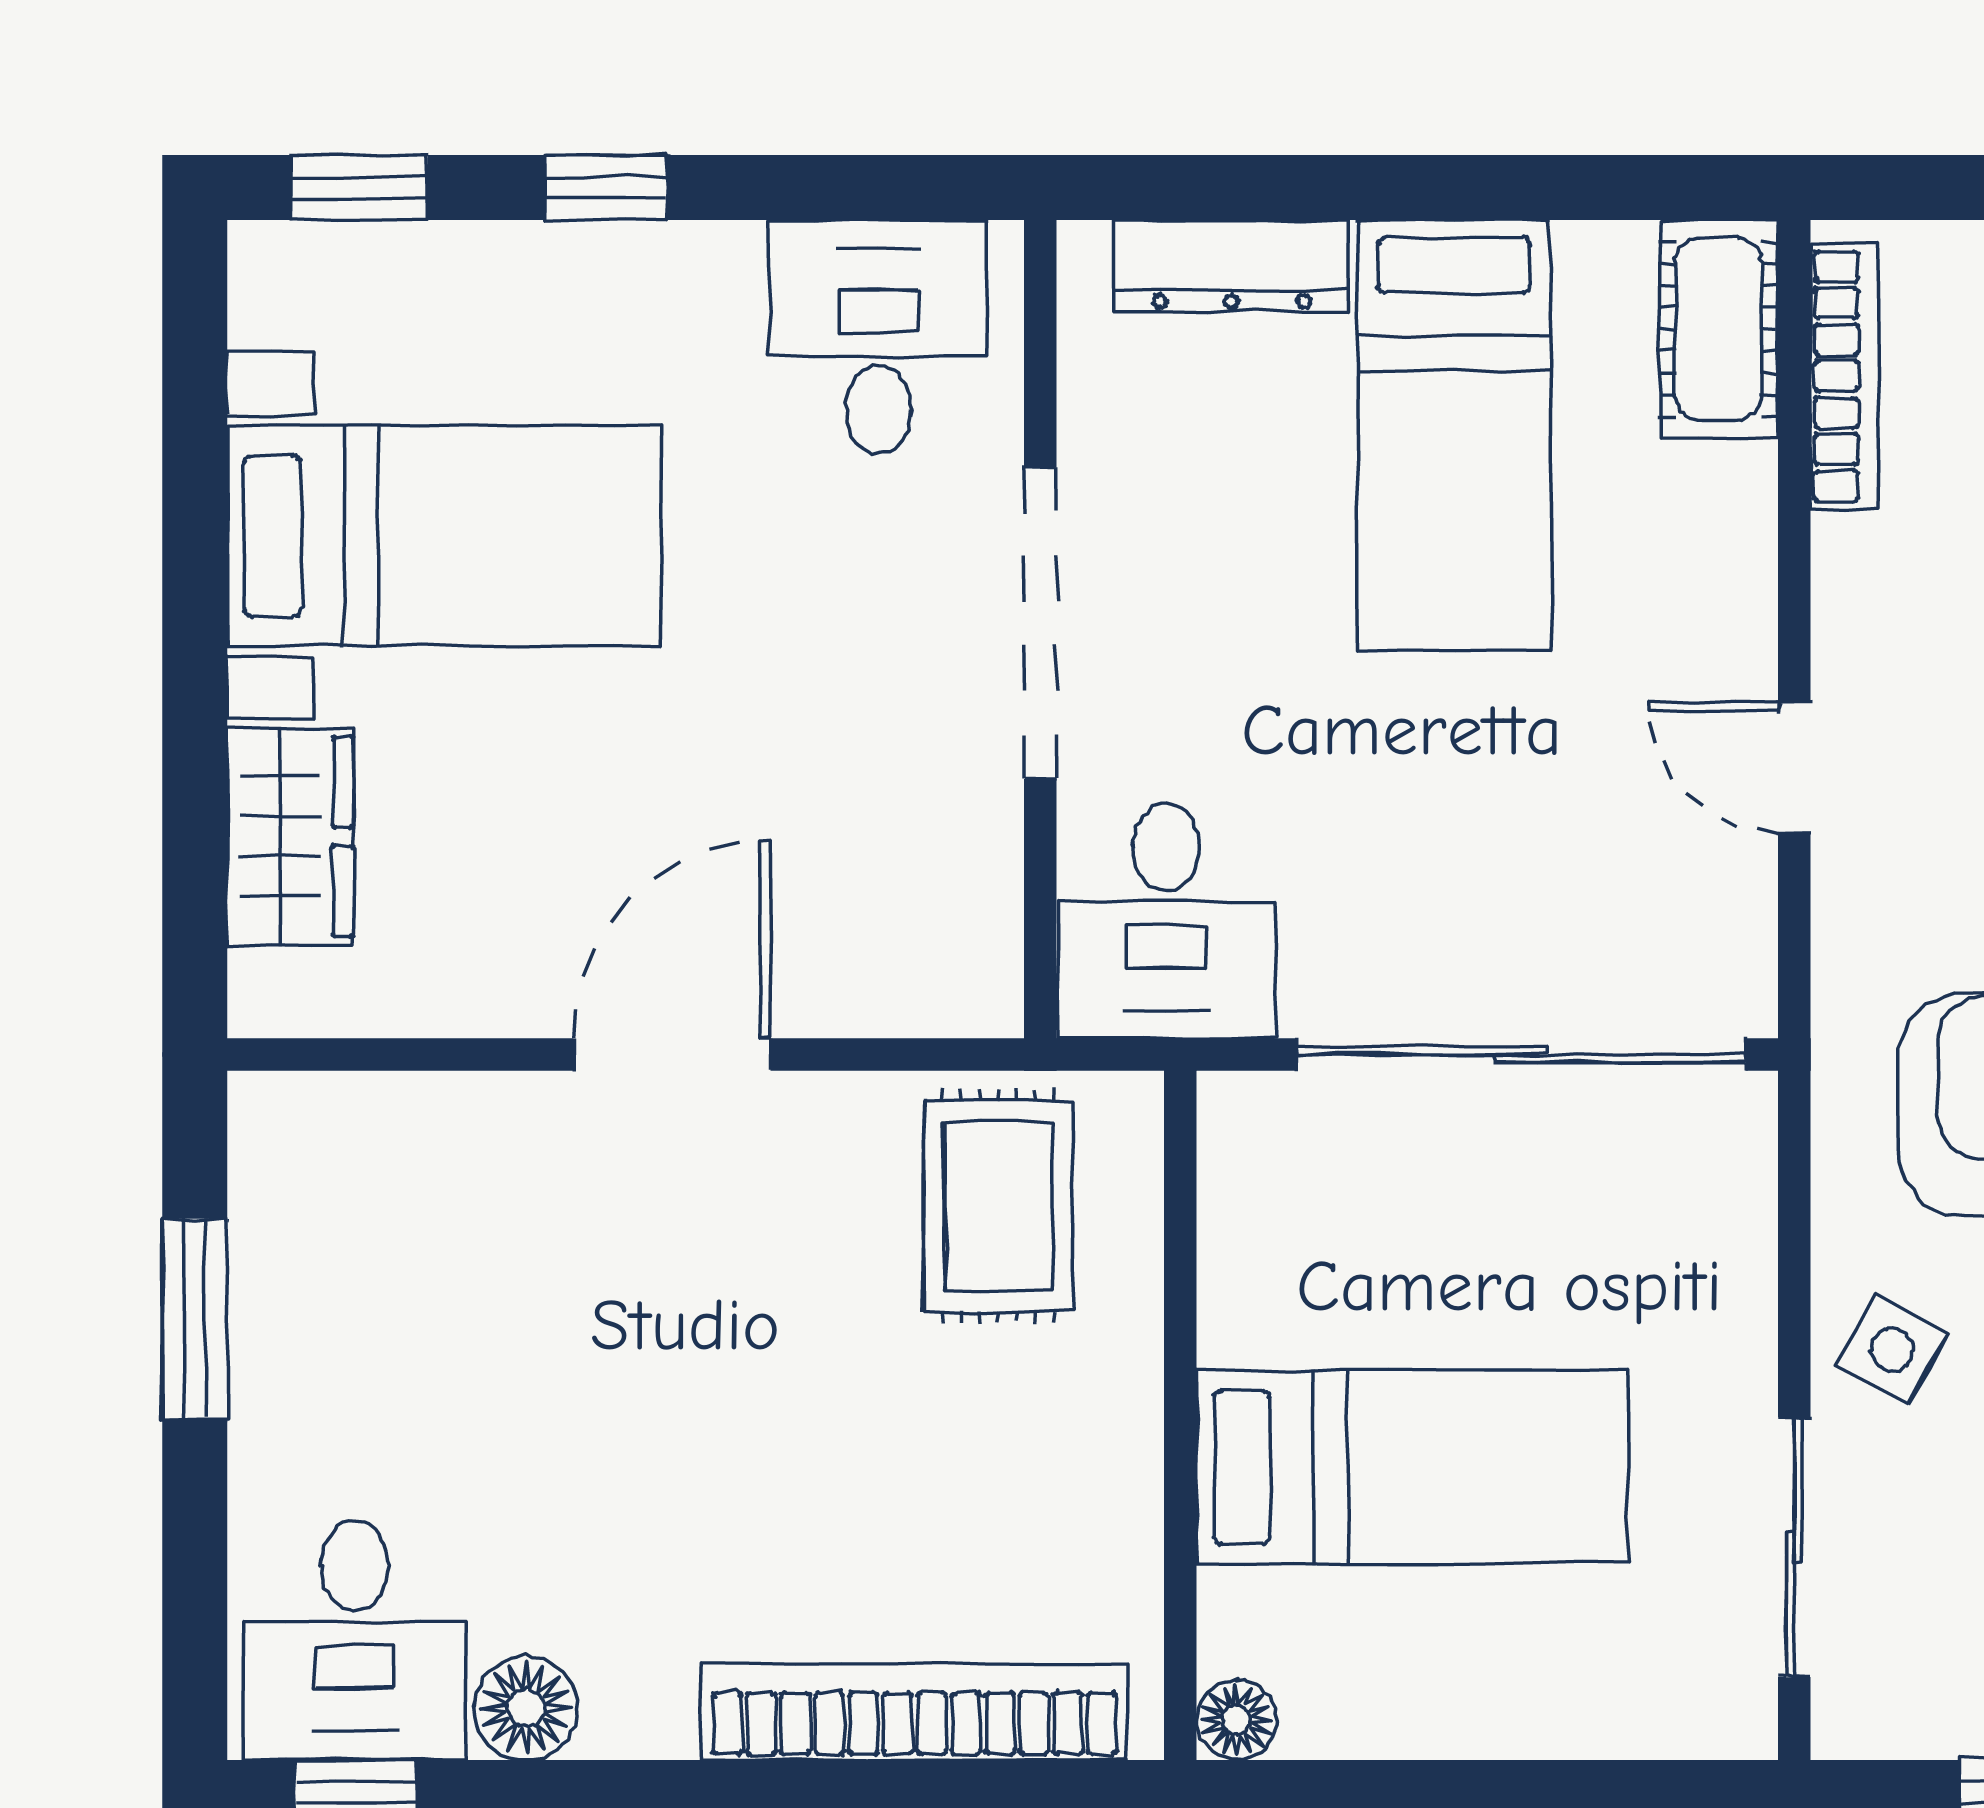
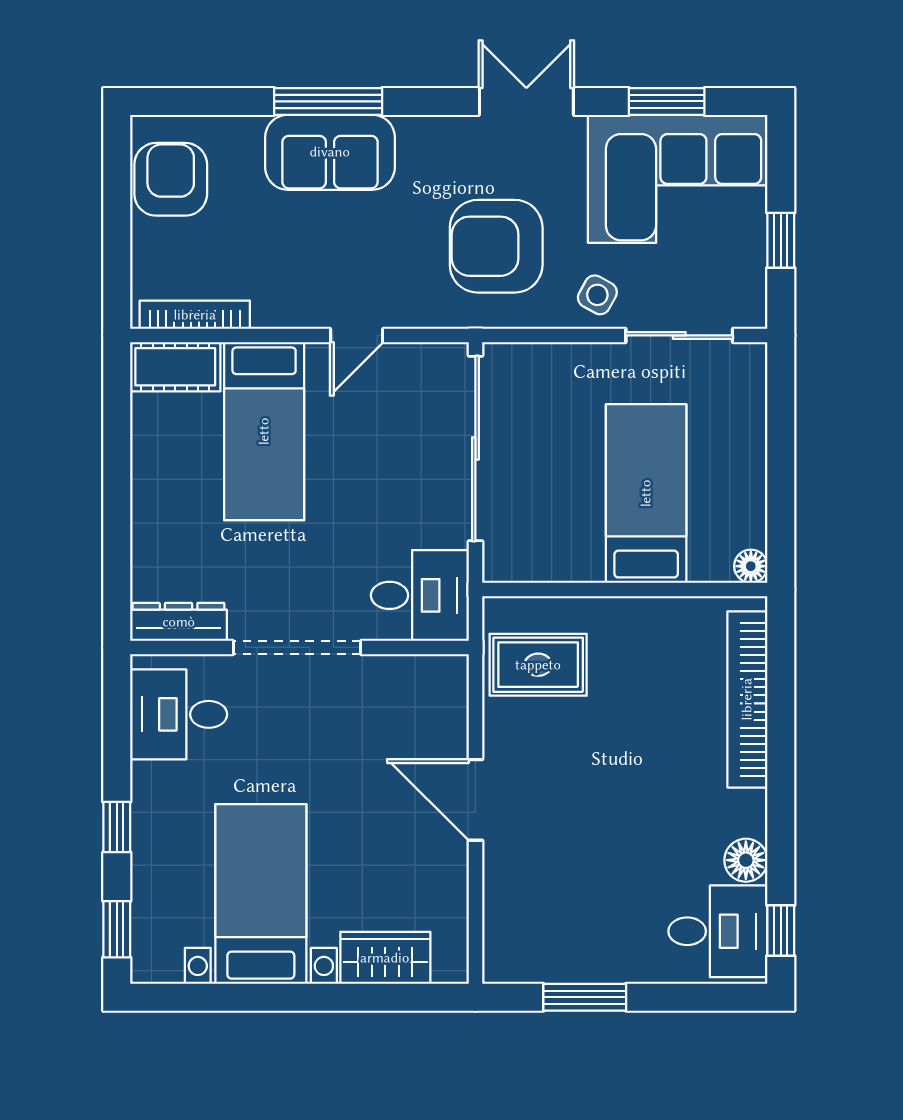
dresser: (1231, 266) -> (179, 622), moved, turned -90
bed: (1454, 435) -> (264, 431), moved, turned 90

